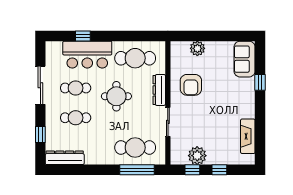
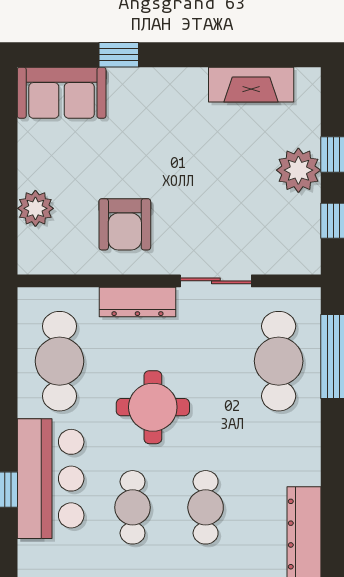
armchair: (191, 85) -> (125, 224), turned 90
plant: (197, 156) -> (298, 170), moved

